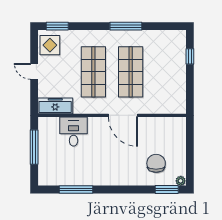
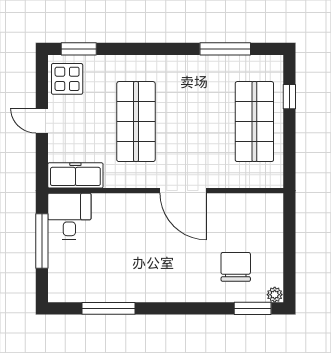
window: (126, 26) -> (225, 49), moved
shop shelf: (131, 72) -> (254, 122), moved
desk: (74, 132) -> (69, 216), moved

